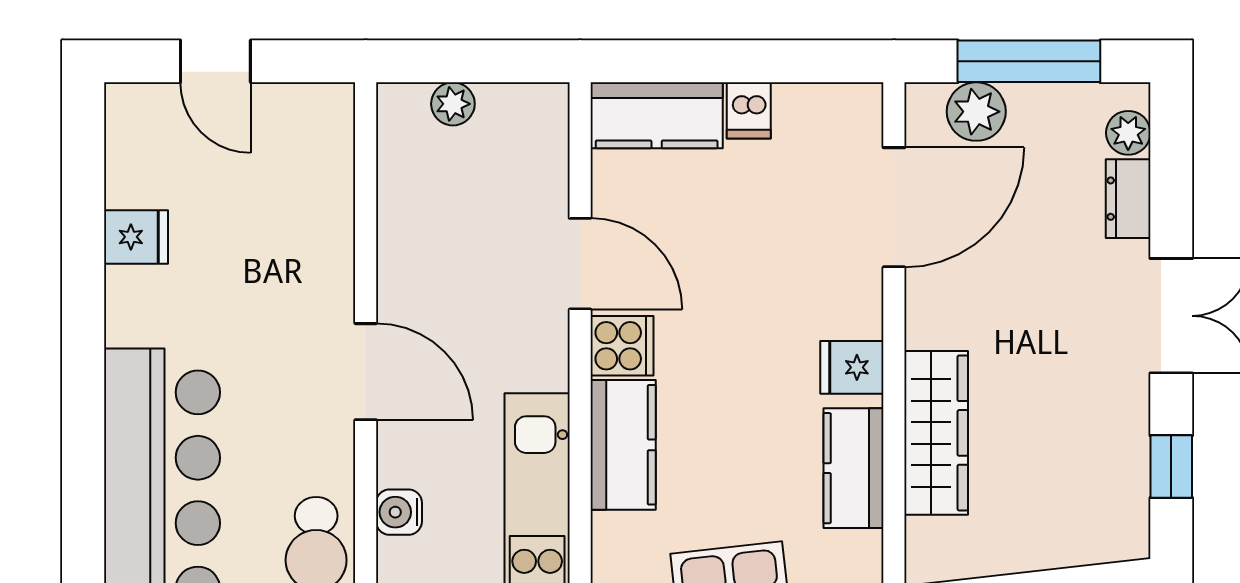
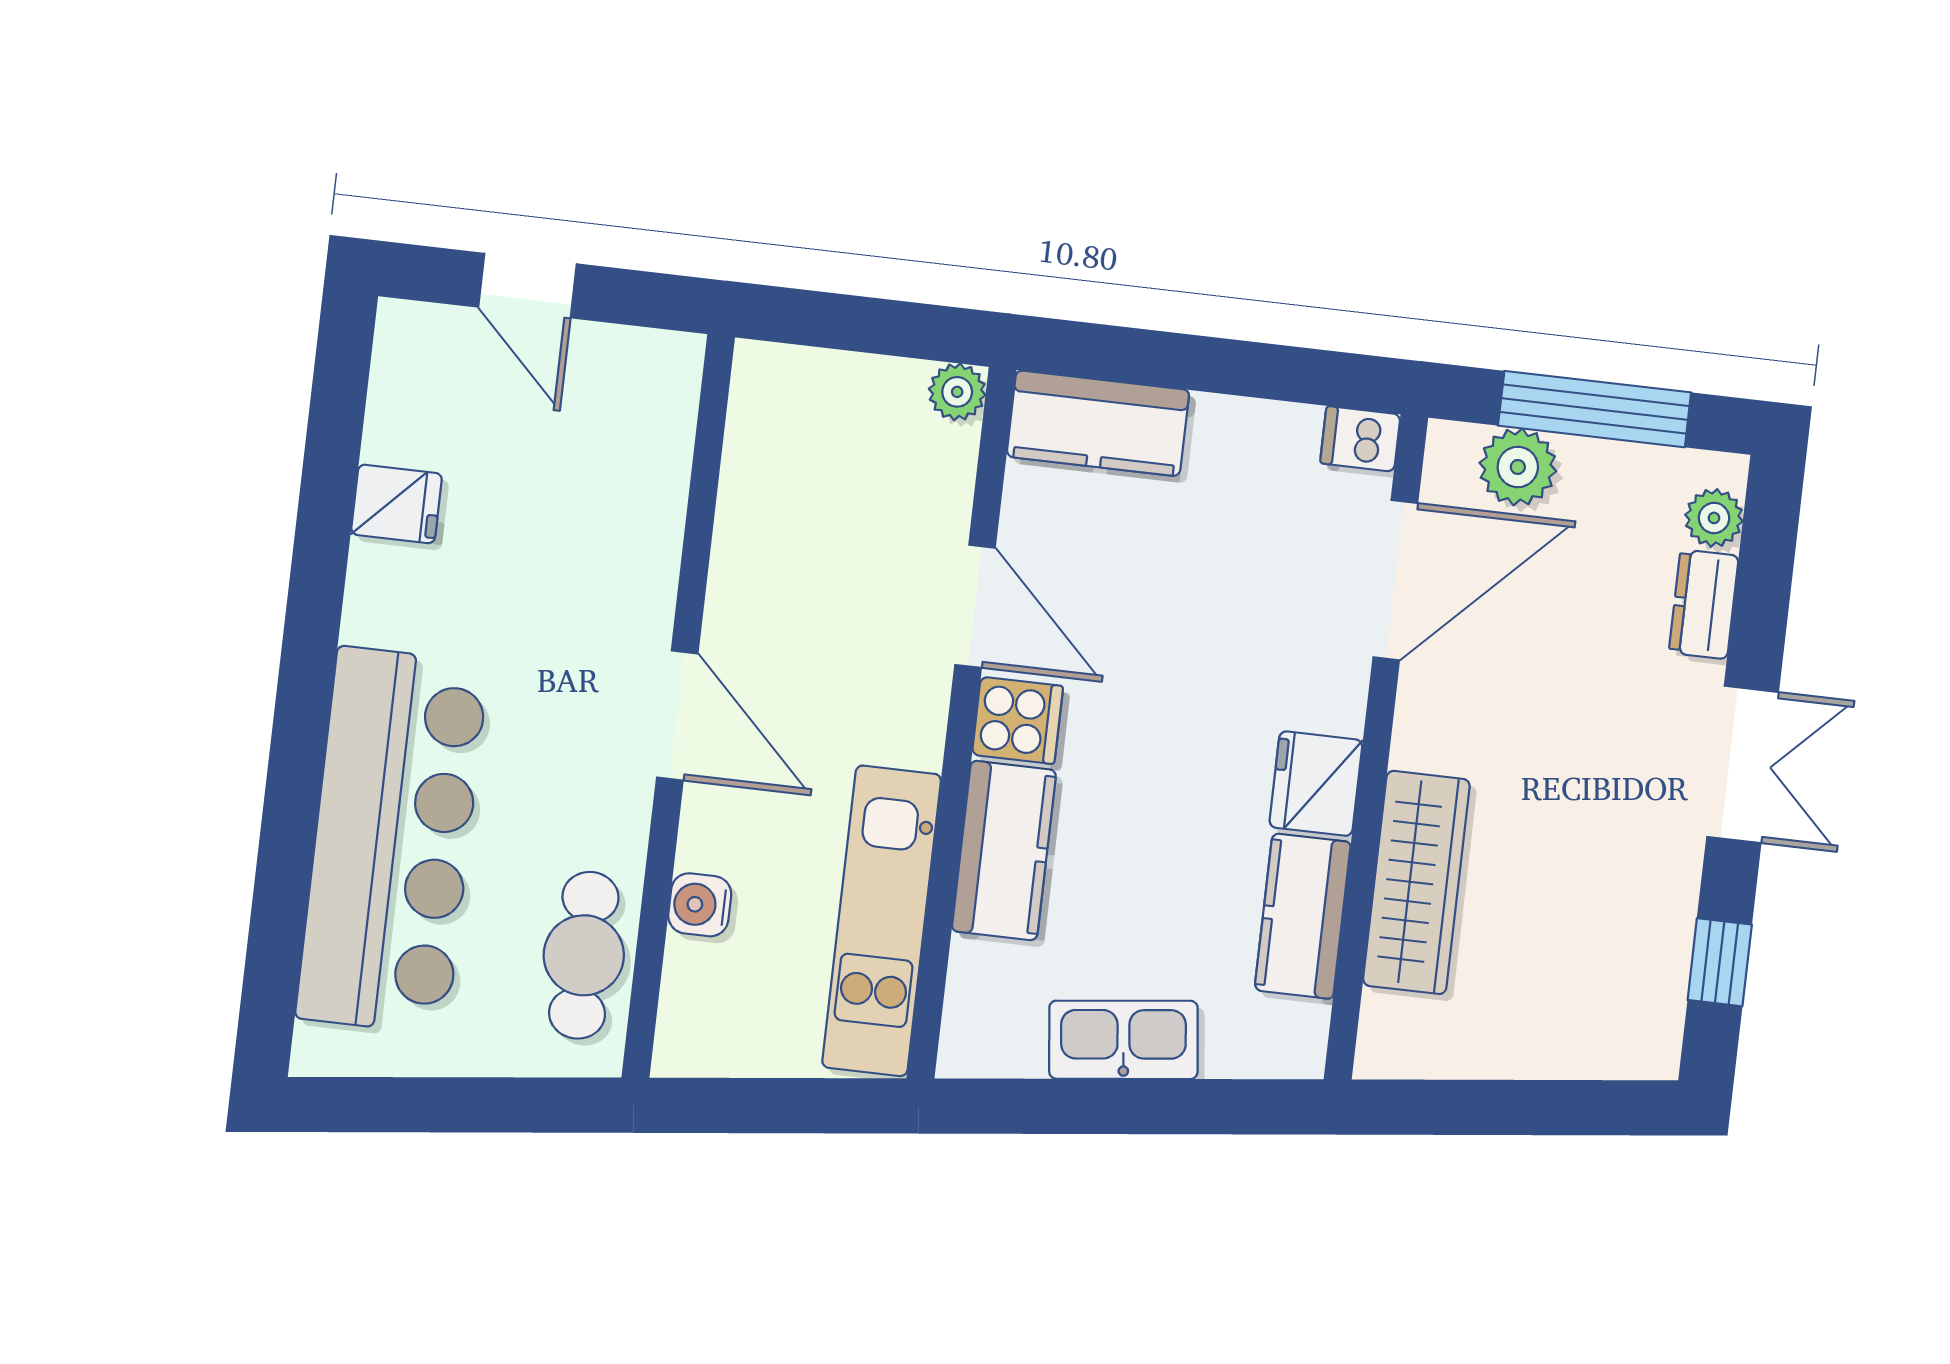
plant: (453, 104) -> (957, 392), moved
dishwasher: (749, 110) -> (1360, 439), moved, turned 90
fridge: (852, 367) -> (1316, 784), width x1.38

